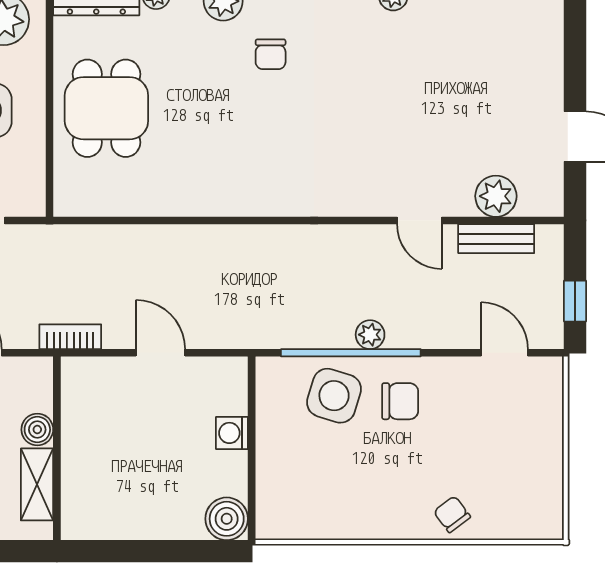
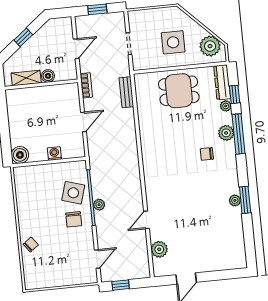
bench: (496, 239) -> (126, 92), moved

